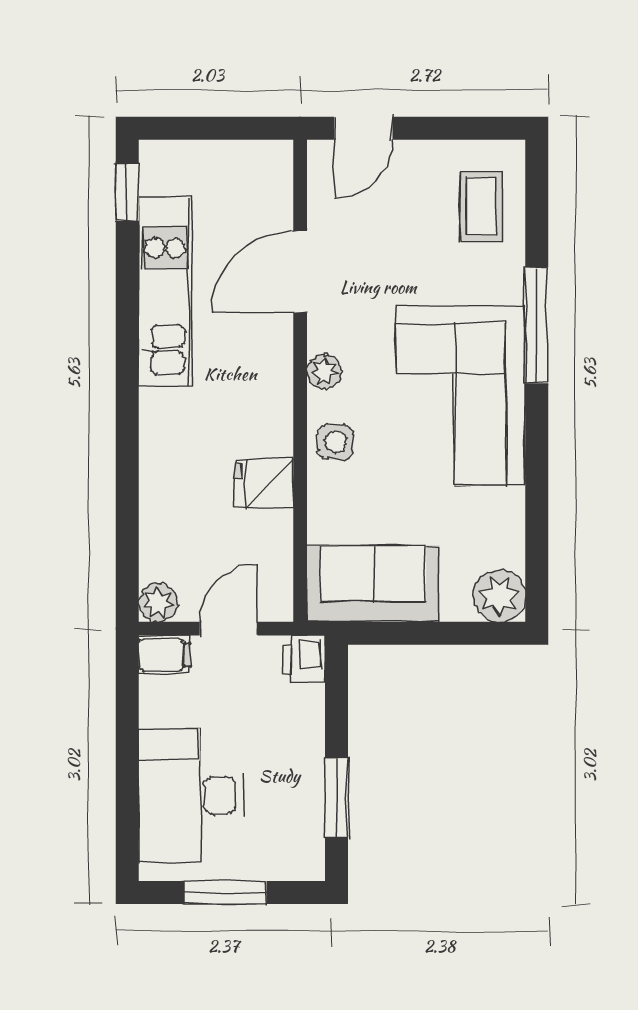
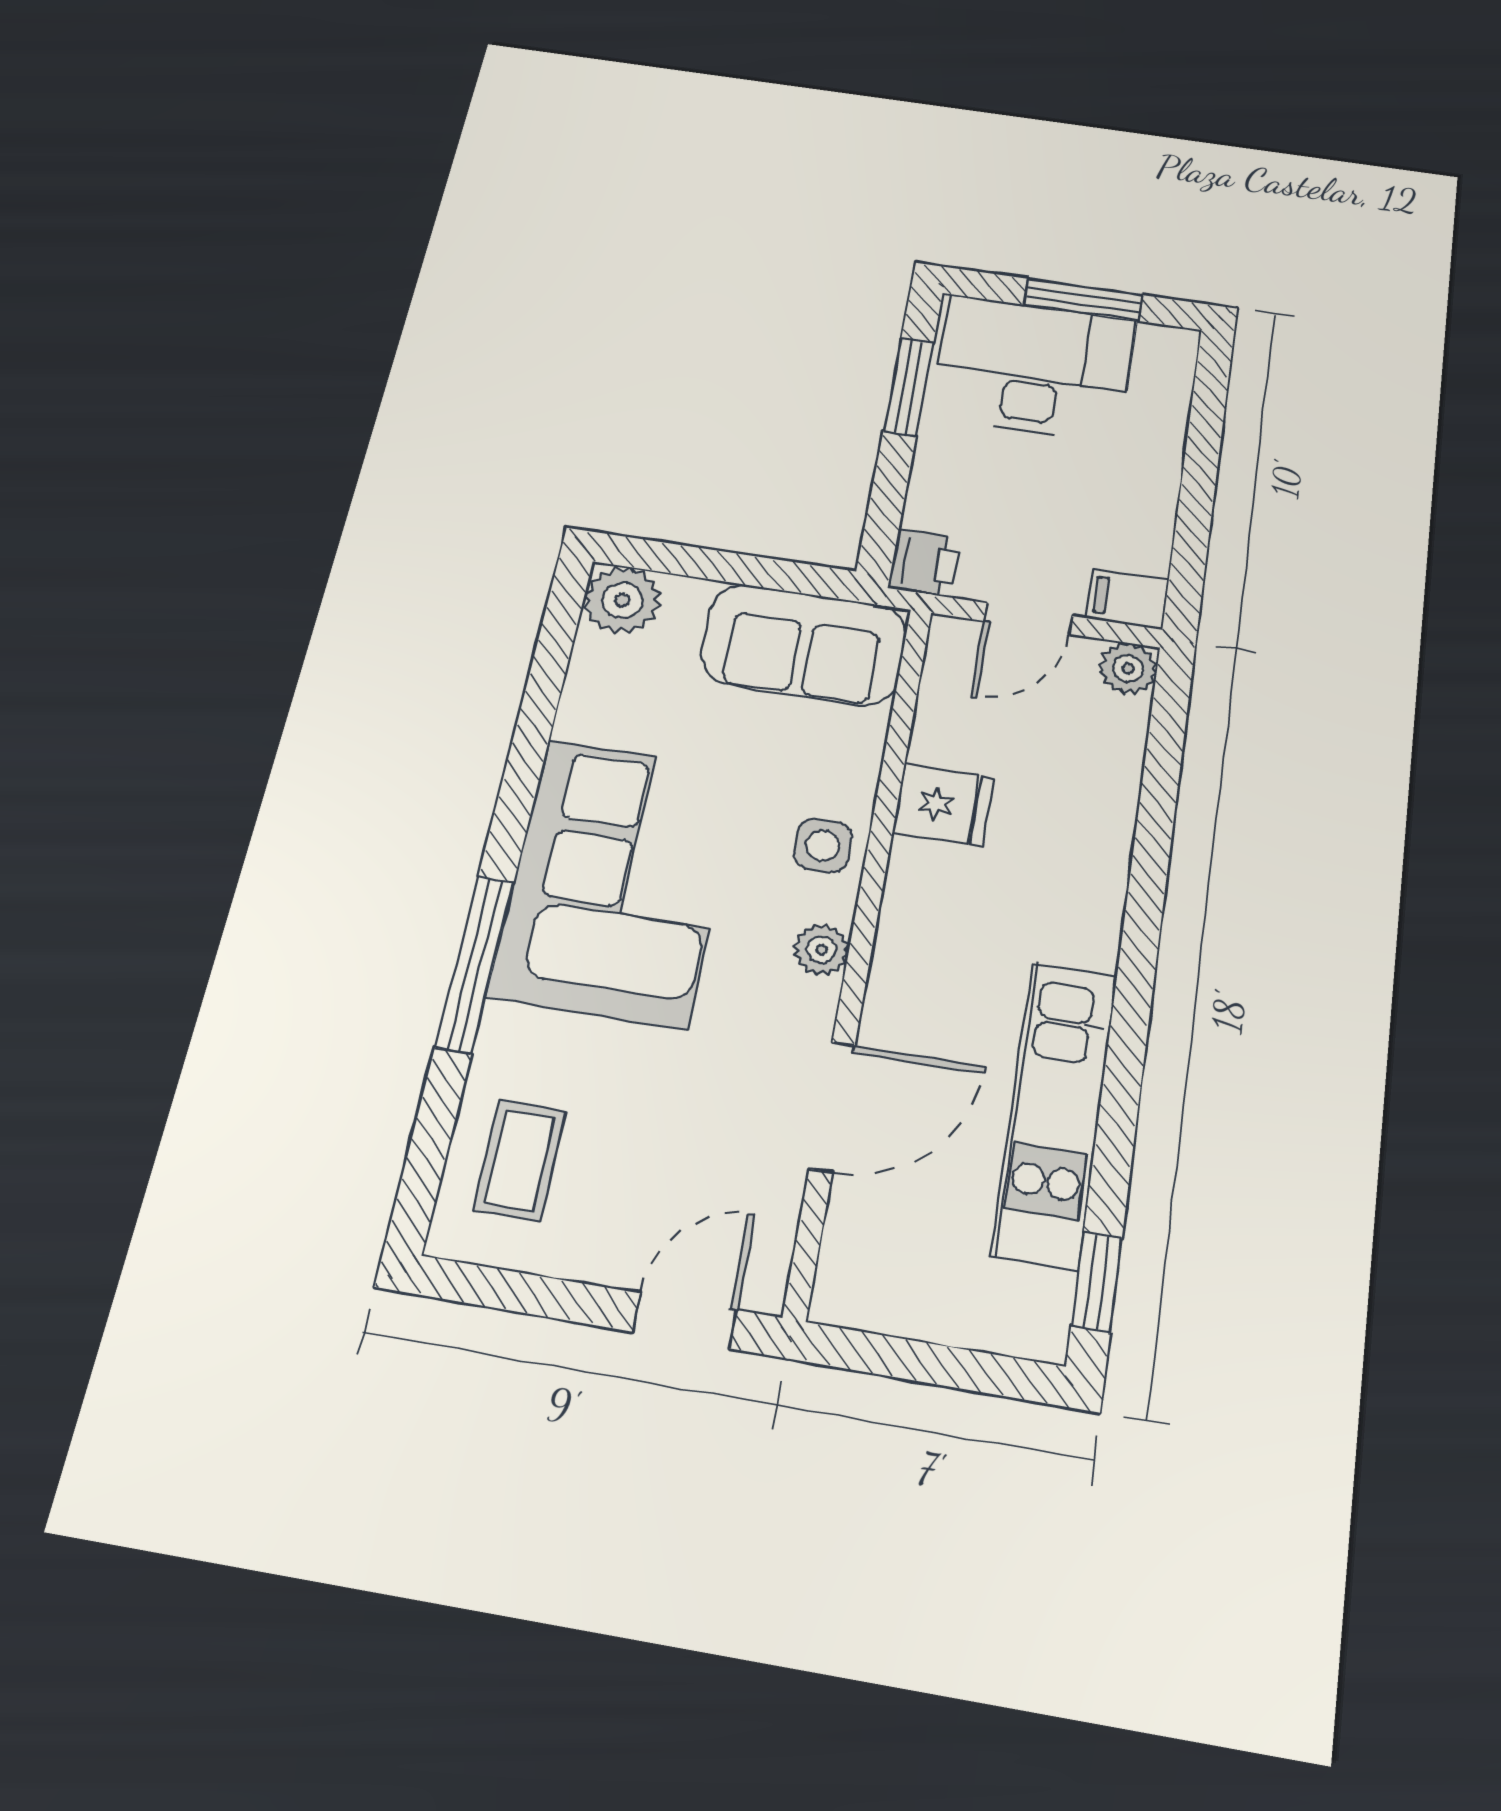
desk: (191, 795) -> (1033, 368), moved, turned -90

